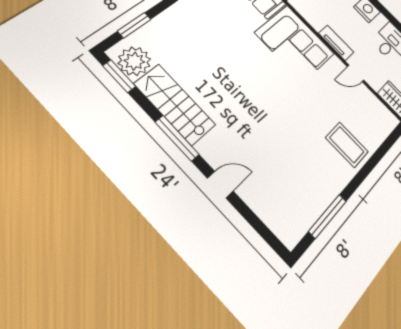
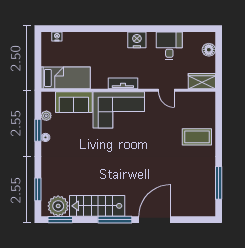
tv unit: (336, 43) -> (123, 83), moved
door: (356, 73) -> (166, 90), hinge flipped
door: (220, 185) -> (155, 220), width x1.88

